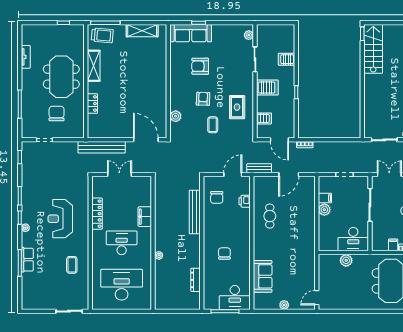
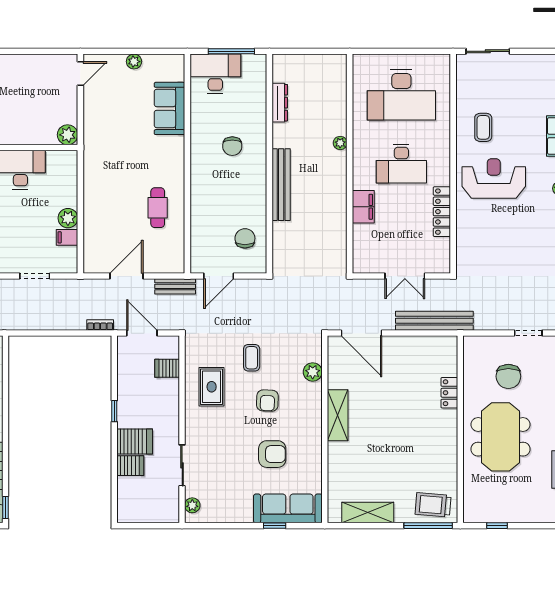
shelving: (94, 66) -> (338, 415), moved
server rack: (267, 88) -> (135, 441), moved, turned 180
printer: (245, 201) -> (199, 232), removed
bench: (195, 212) -> (281, 185), moved
reception desk: (60, 219) -> (494, 179), moved, turned -90
plant: (346, 260) -> (68, 135), moved

